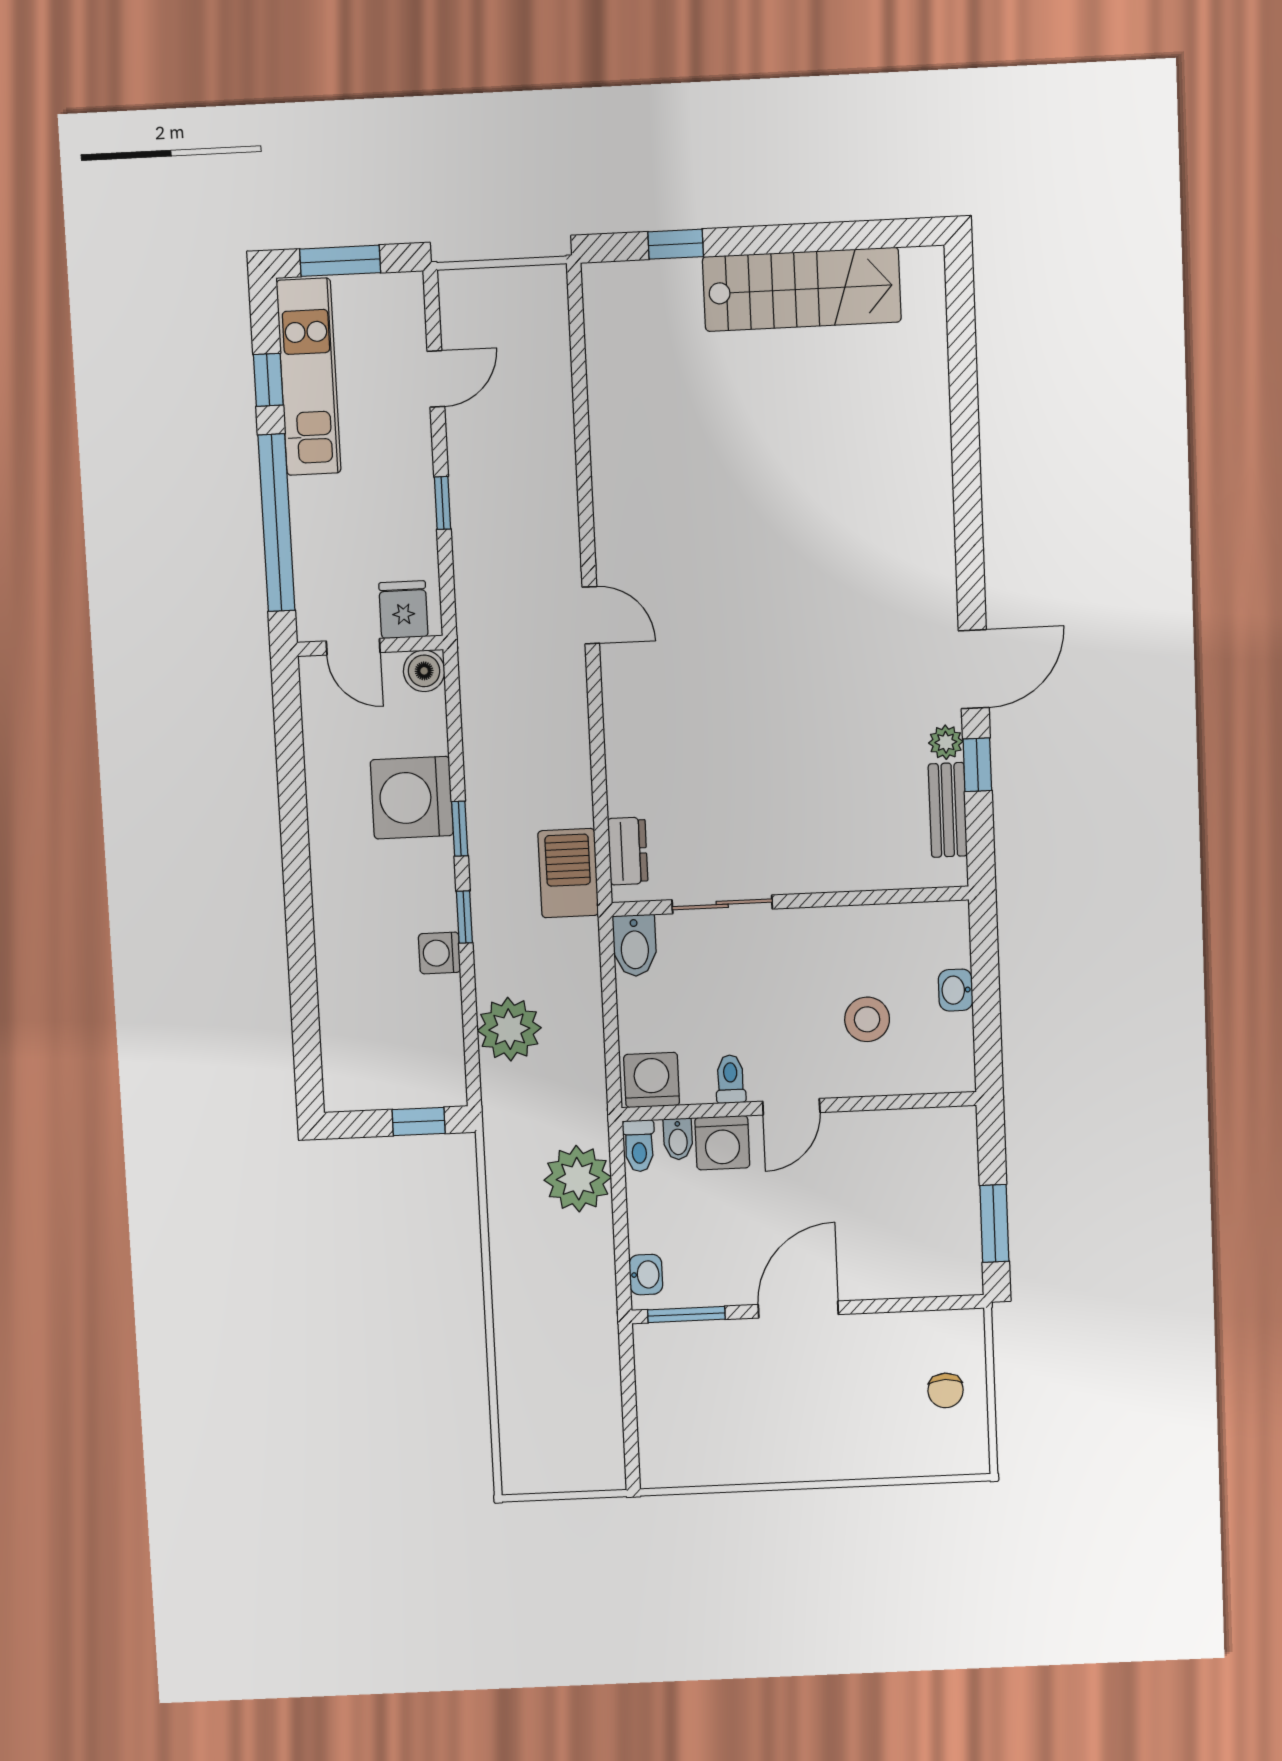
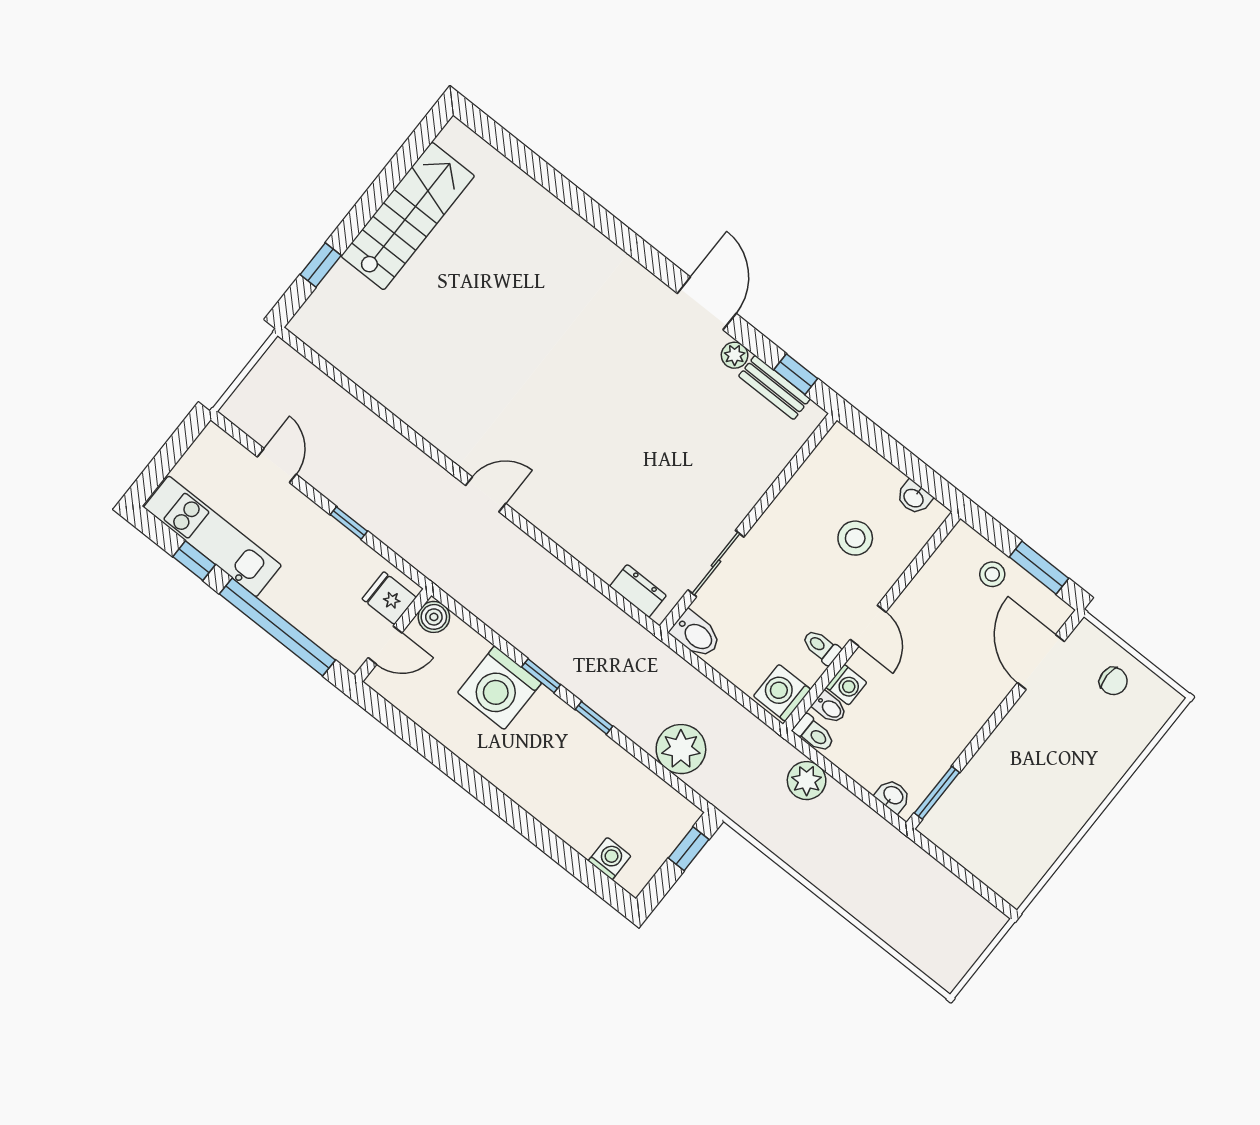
window: (340, 261) -> (164, 462), removed
window: (977, 765) -> (796, 374), moved
barbecue: (568, 873) -> (621, 636), removed
washing machine: (439, 953) -> (610, 859), moved, turned 180
washbasin: (956, 990) -> (914, 498), moved
washing machine: (722, 1143) -> (846, 685), width x0.73, depth x0.73
plant: (578, 1179) -> (807, 781), width x0.73, depth x0.73
stool: (948, 1184) -> (992, 574), added
door: (798, 1310) -> (1041, 662), moved

